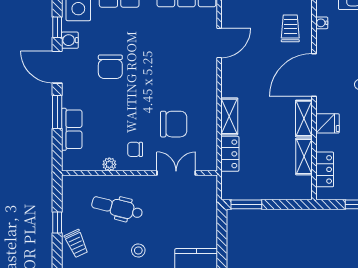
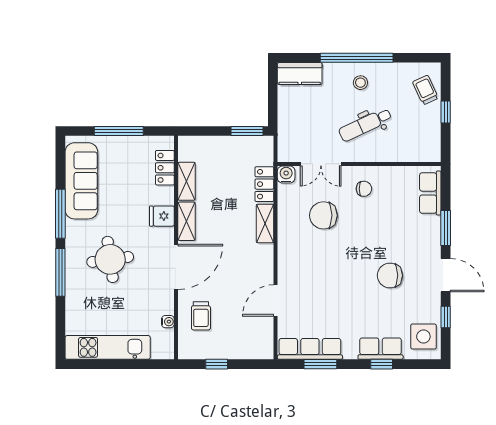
water cooler: (70, 40) -> (286, 174), moved, turned -90
chair: (110, 67) -> (390, 275), turned -90
row of seats: (72, 129) -> (430, 193), moved
plant: (109, 164) -> (391, 173), removed
dental chair: (117, 208) -> (365, 125), moved, turned 141

